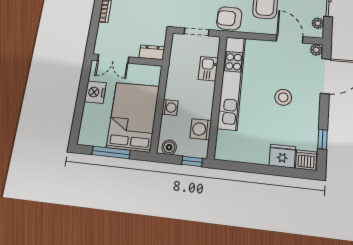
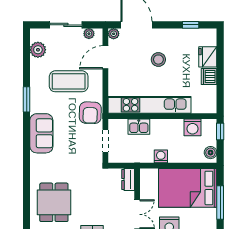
washing machine: (170, 107) -> (161, 156), moved
dishwasher: (306, 160) -> (209, 76), moved

